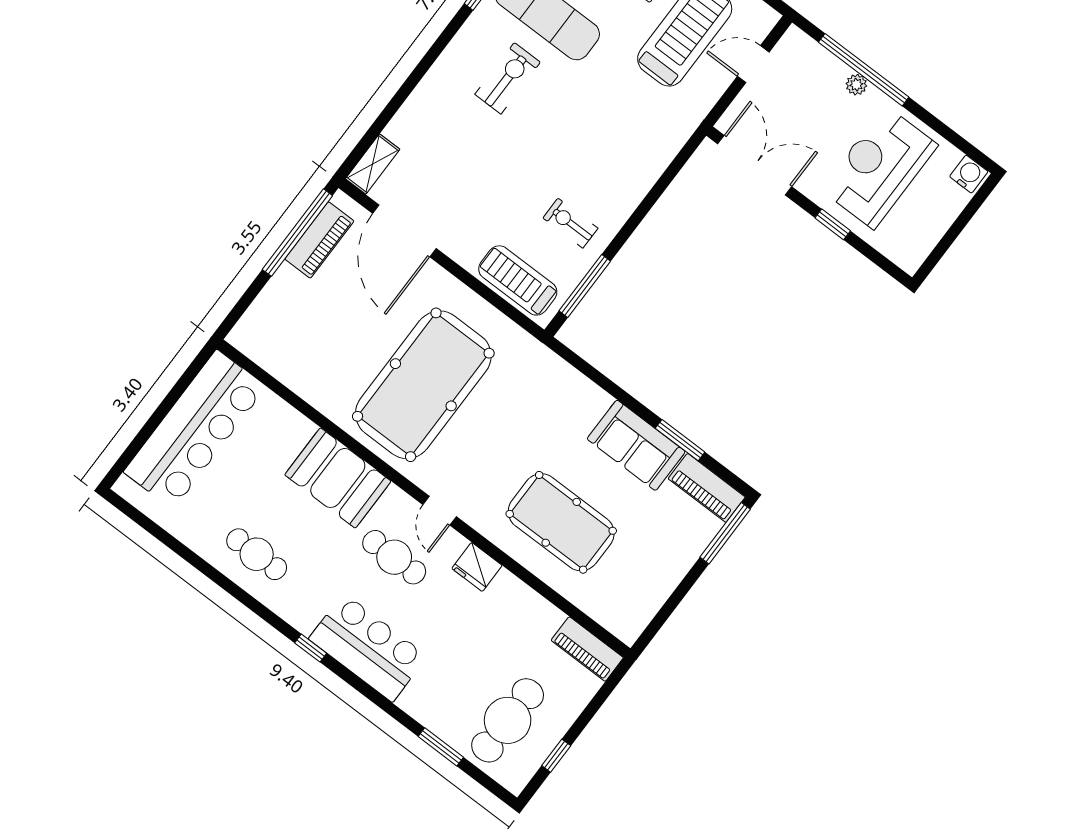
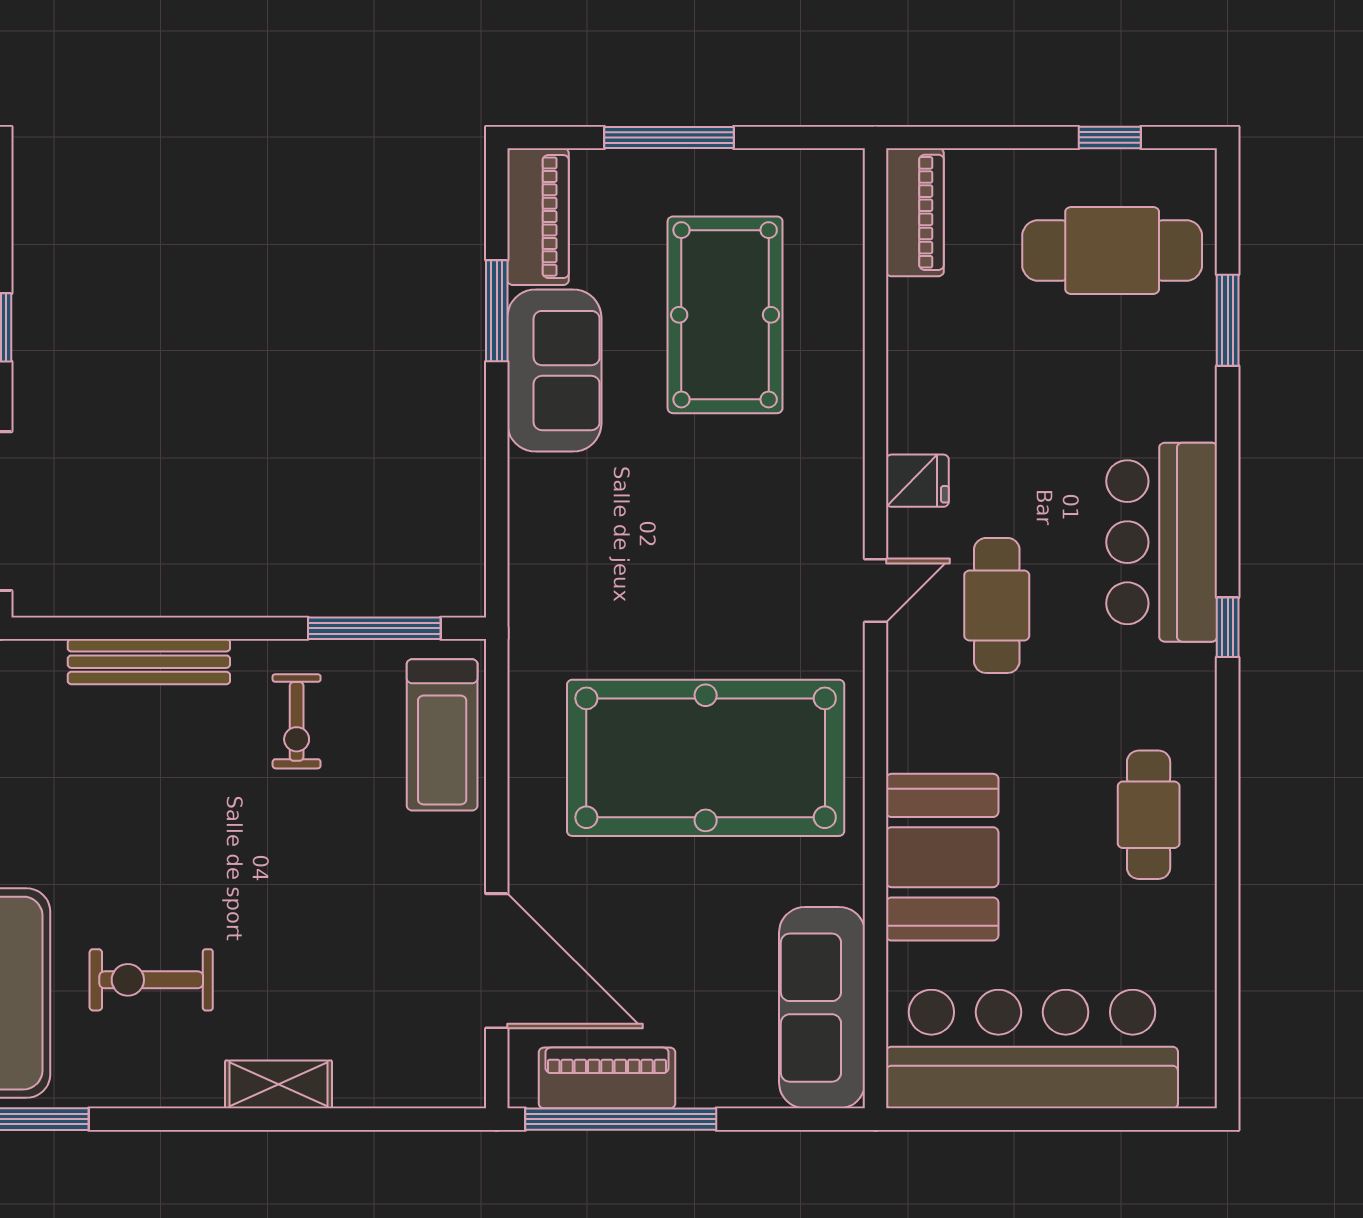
shelving: (373, 164) -> (279, 1084), moved
bench: (643, 180) -> (149, 662), added
door: (404, 231) -> (497, 961), hinge flipped
sofa: (280, 354) -> (822, 1008), added
booth: (338, 478) -> (942, 857), moved
pool table: (561, 522) -> (725, 315), moved
window: (725, 533) -> (669, 137), moved
fridge: (477, 567) -> (917, 481), width x0.72

